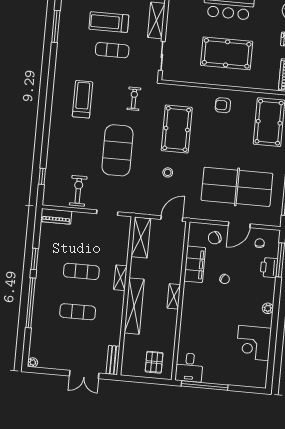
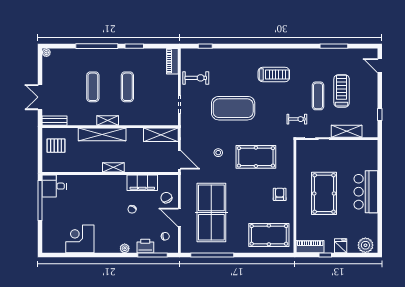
exercise bike: (134, 99) -> (297, 119), moved
shelving: (120, 278) -> (108, 120), moved
plant: (268, 308) -> (125, 248), moved
pallet: (154, 362) -> (56, 146), moved

